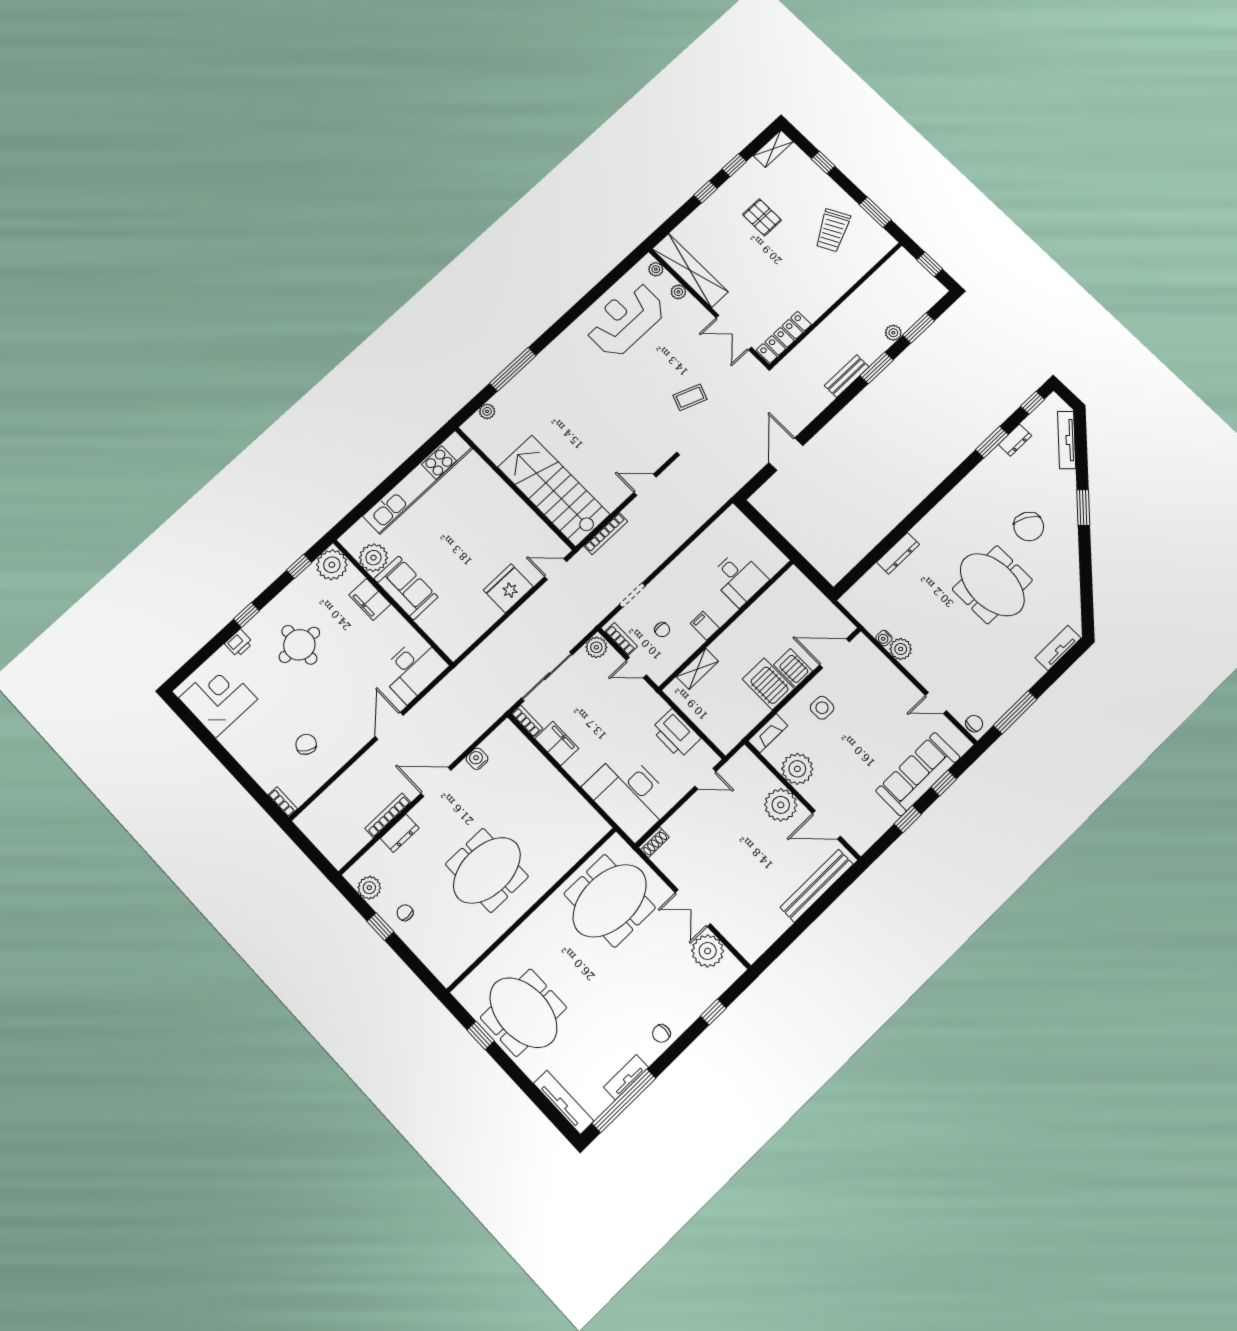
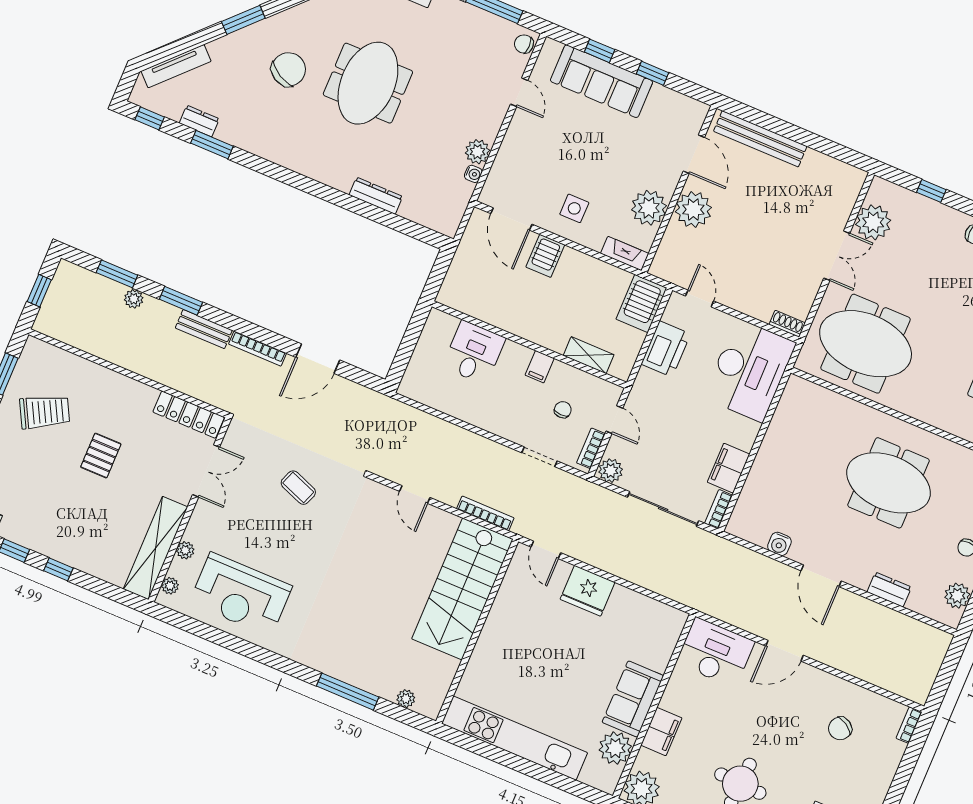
pallet: (762, 217) -> (101, 456), moved
server rack: (768, 684) -> (641, 303), moved
bookcase: (388, 815) -> (258, 349), moved

